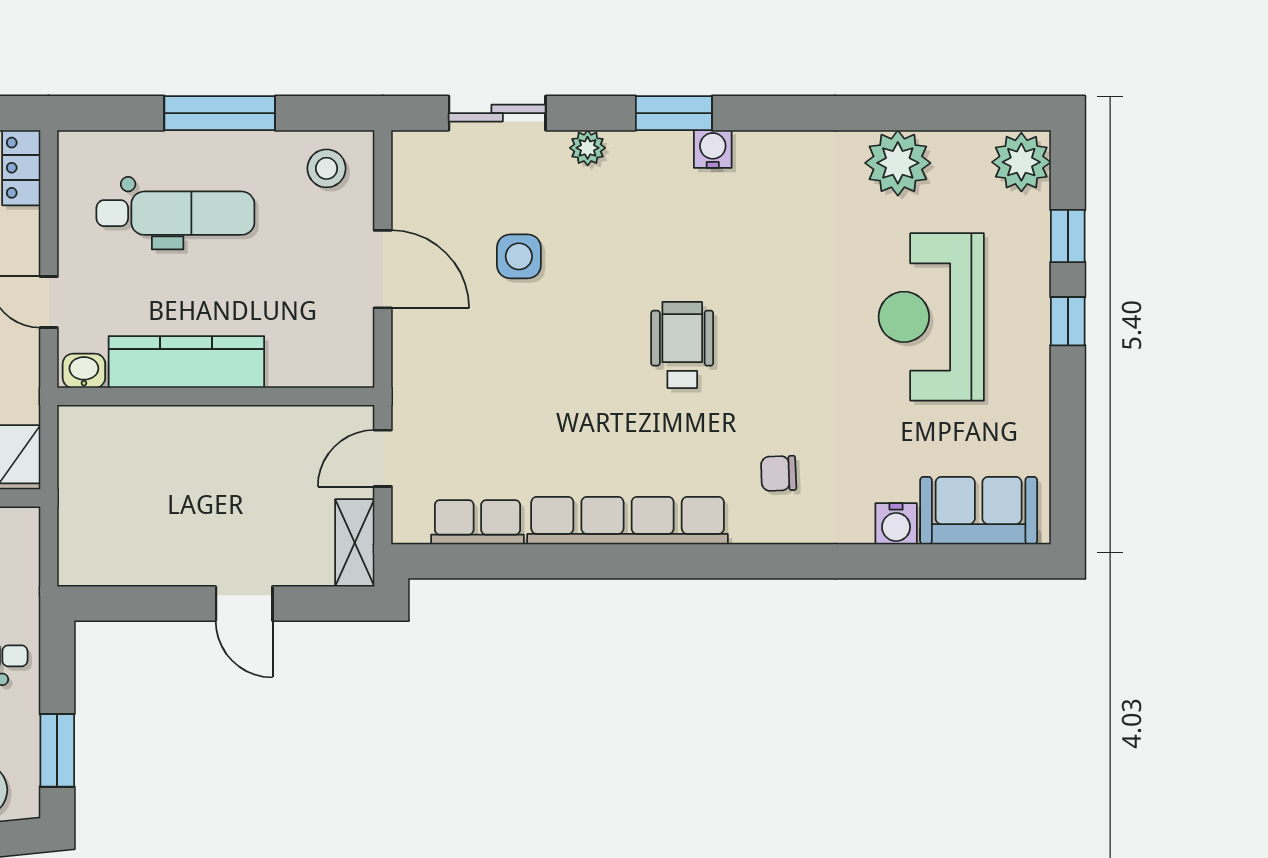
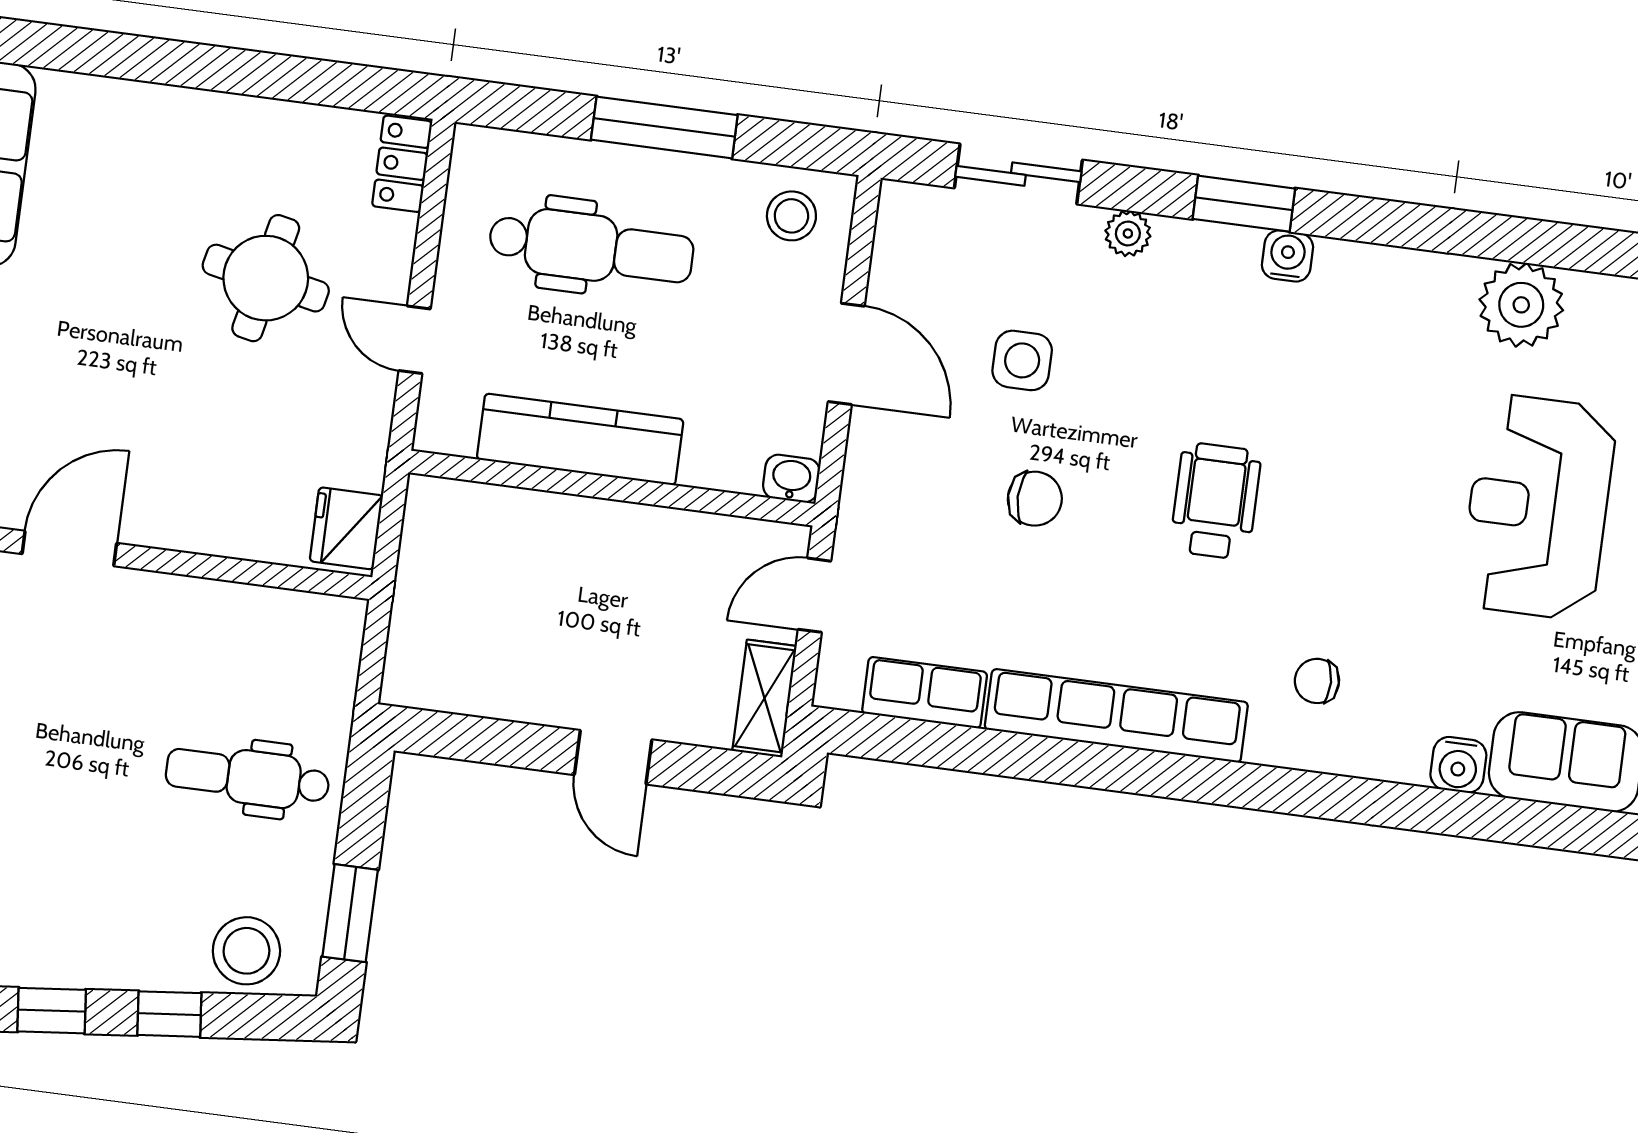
chair: (543, 362) -> (1035, 499), added
washbasin: (84, 371) -> (791, 479), moved

